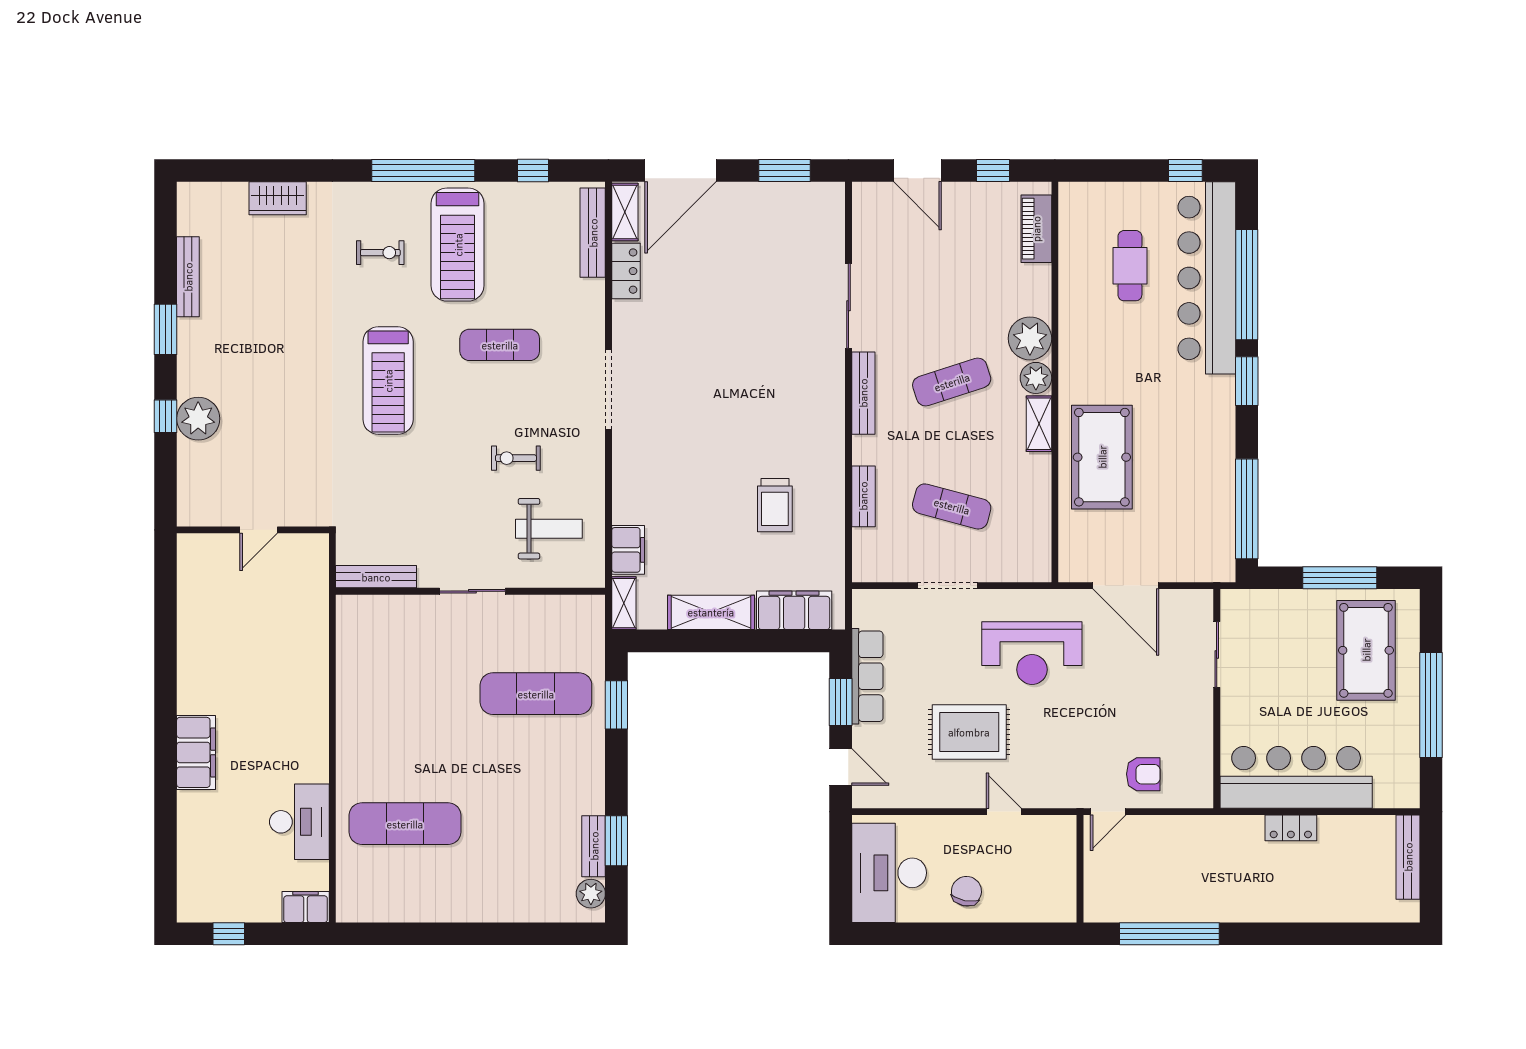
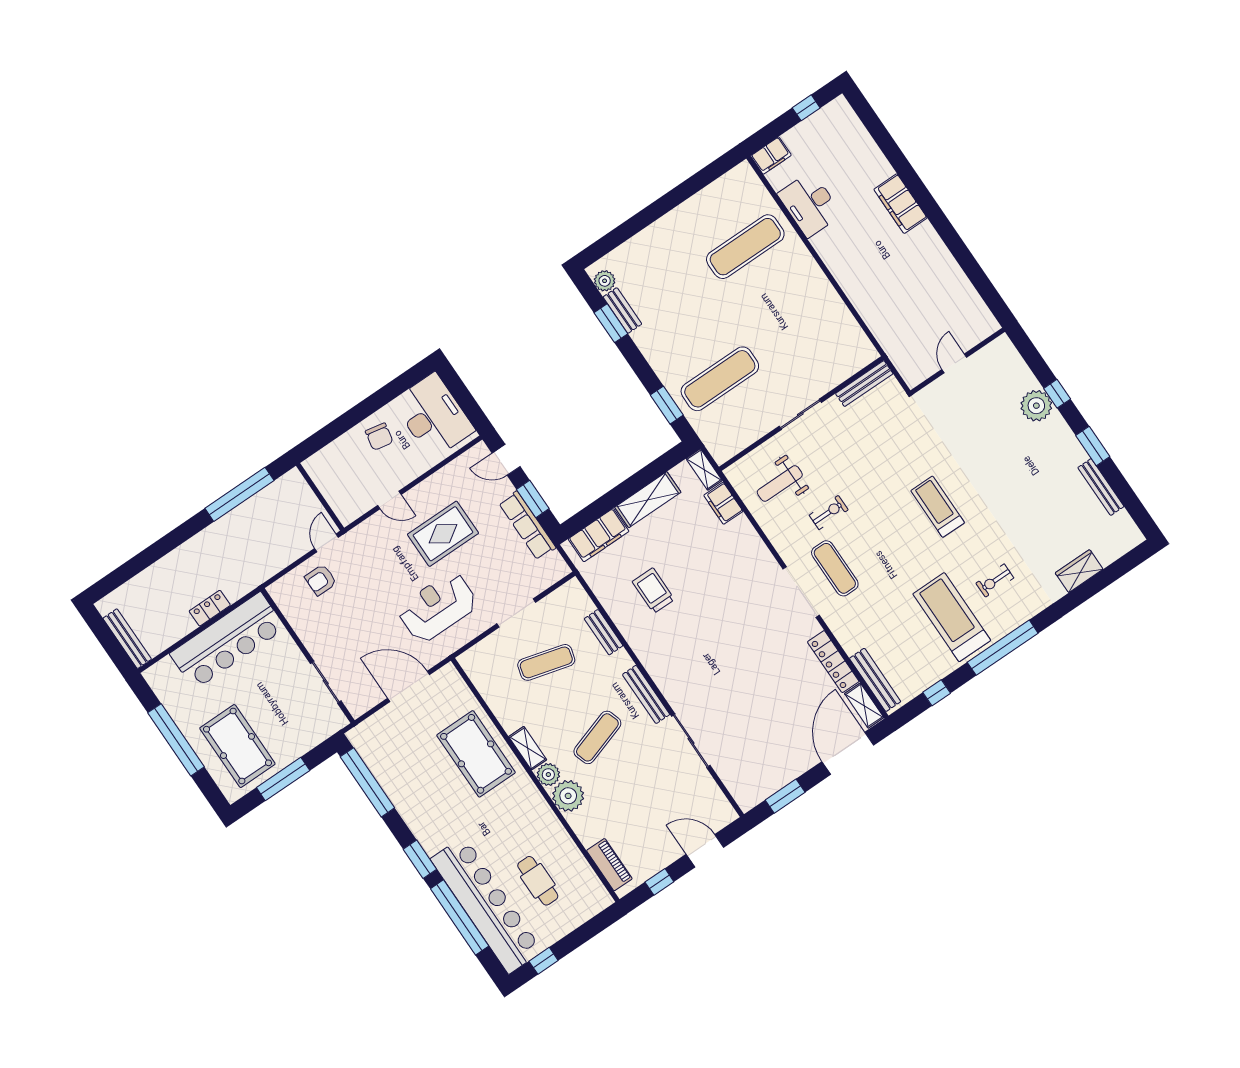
locker: (626, 271) -> (833, 662), width x1.53
exercise mat: (500, 345) -> (835, 568), moved, turned 90
treadmill: (388, 381) -> (938, 507), width x0.73, depth x0.73

